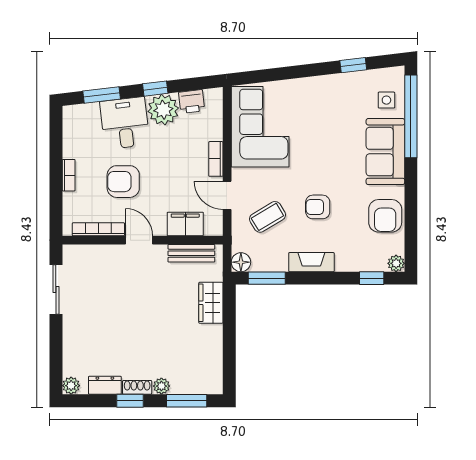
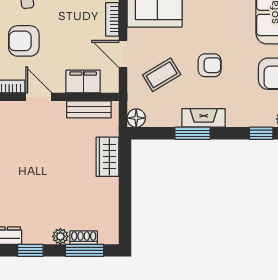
armchair: (318, 207) -> (210, 65), turned 180
window: (267, 278) -> (192, 133), moved
shoe rack: (137, 387) -> (84, 238), moved

